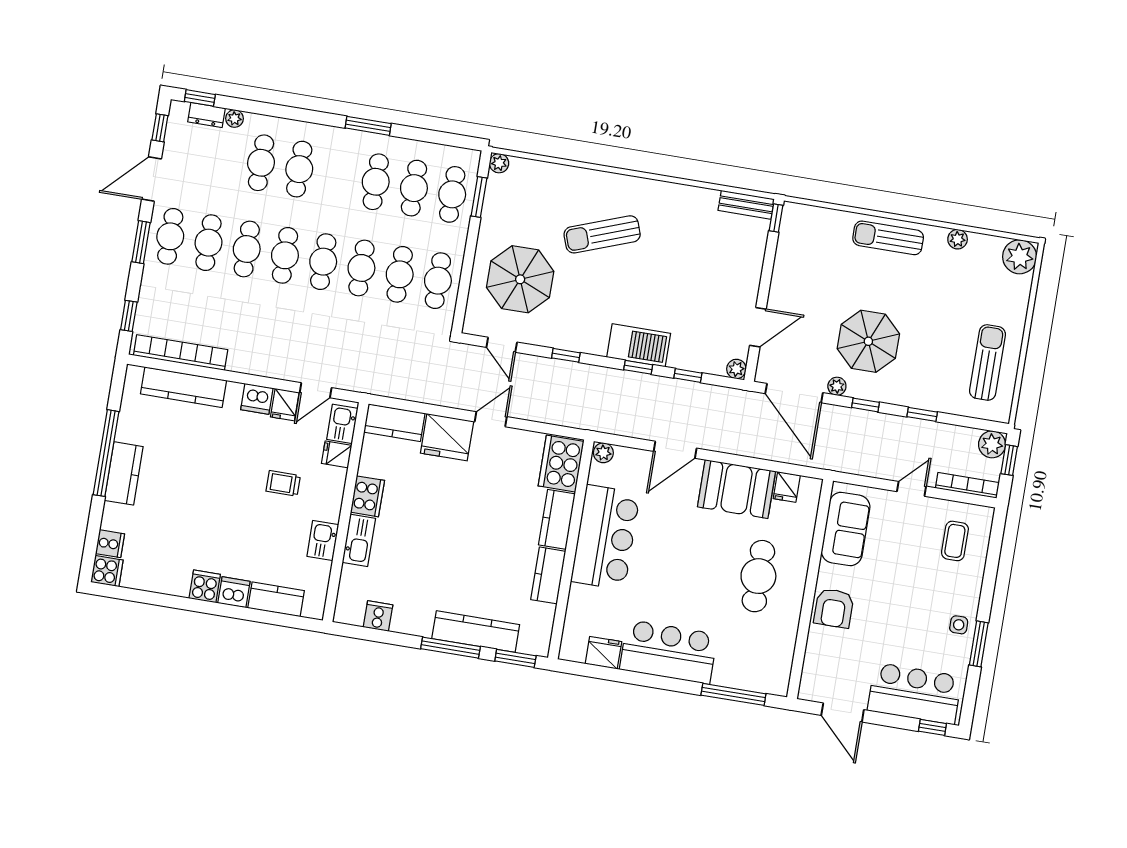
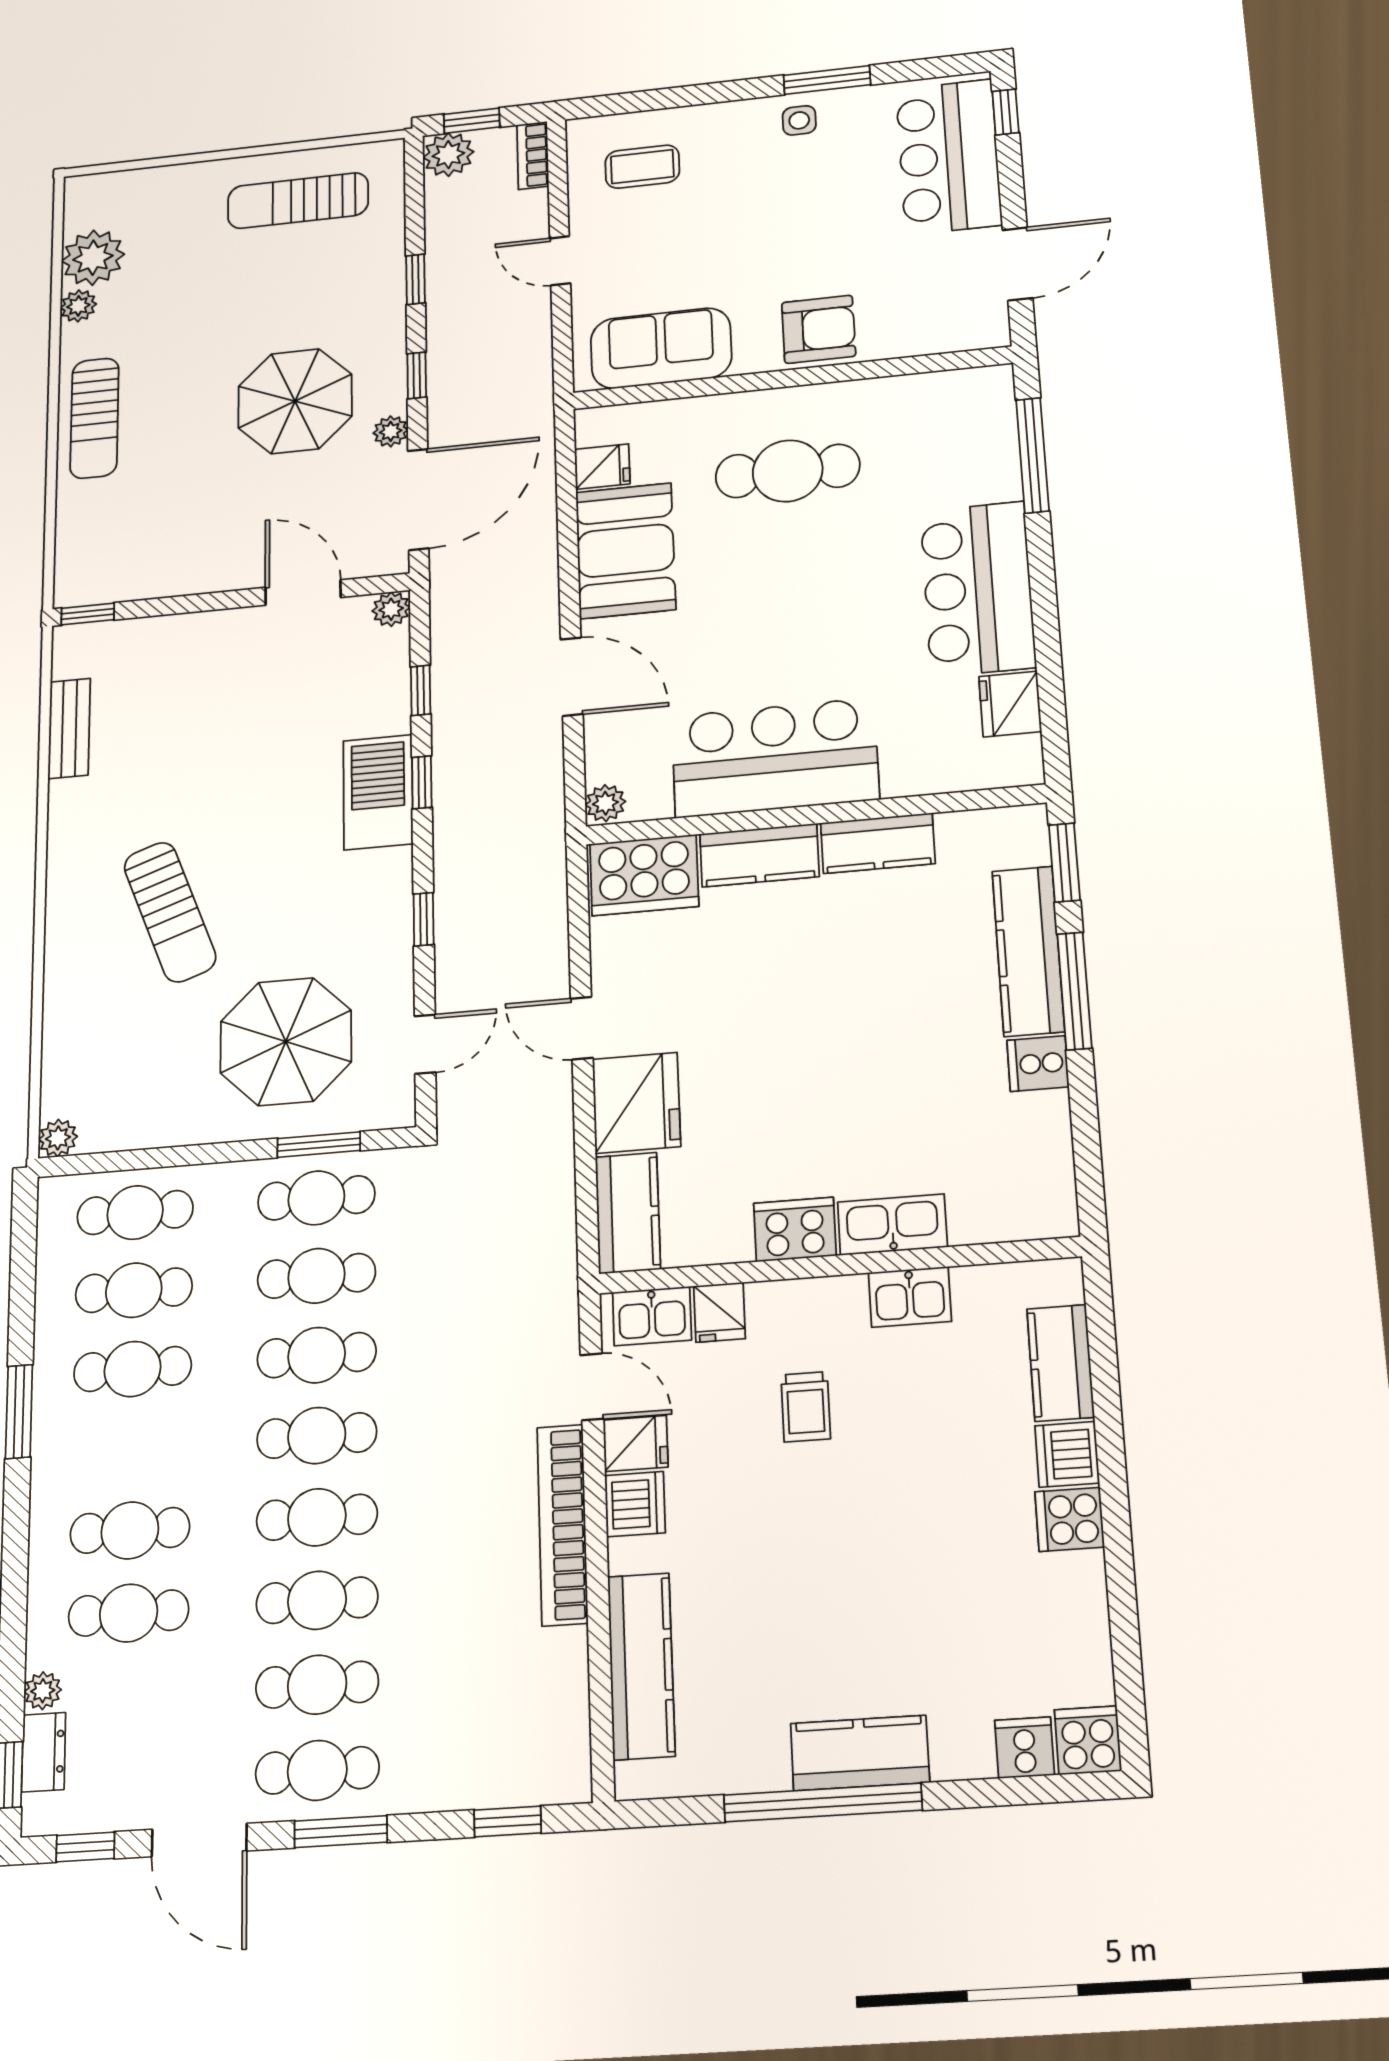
window: (479, 197) -> (319, 1145), moved
bench: (746, 205) -> (69, 728), moved
plant: (1020, 257) -> (93, 258), moved
bookcase: (181, 353) -> (562, 1525), moved
bookcase: (967, 485) -> (533, 155), width x0.64
cooker: (378, 616) -> (1038, 1064), moved

